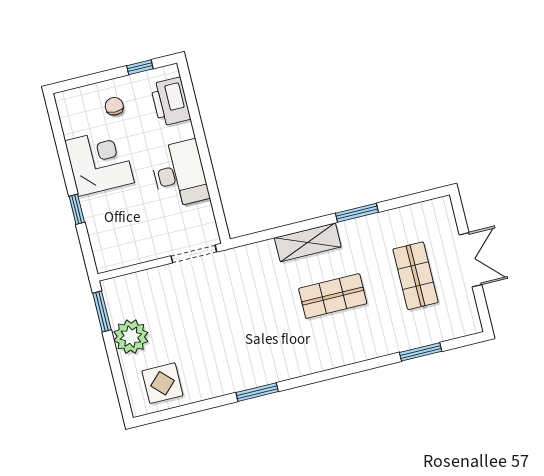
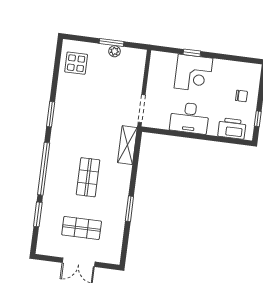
corner desk: (99, 162) -> (193, 73), moved
shelving: (308, 242) -> (127, 145), moved
window: (102, 311) -> (112, 42), moved
plant: (131, 337) -> (114, 51), width x0.53, depth x0.53
window: (346, 370) -> (44, 169), added

